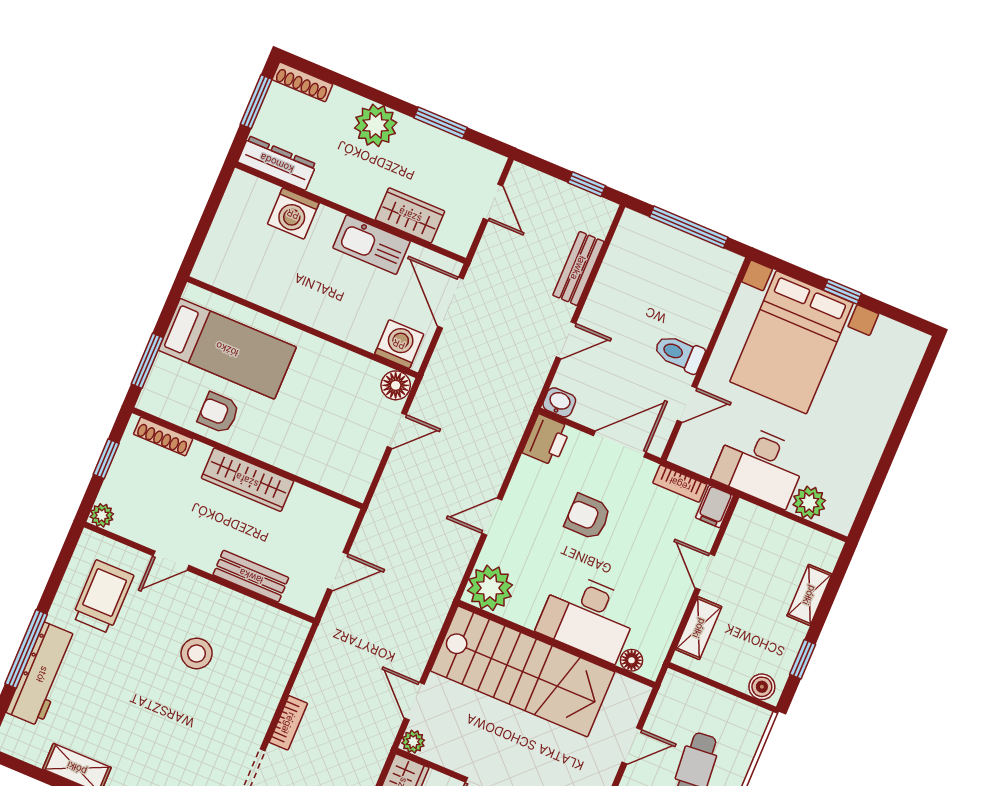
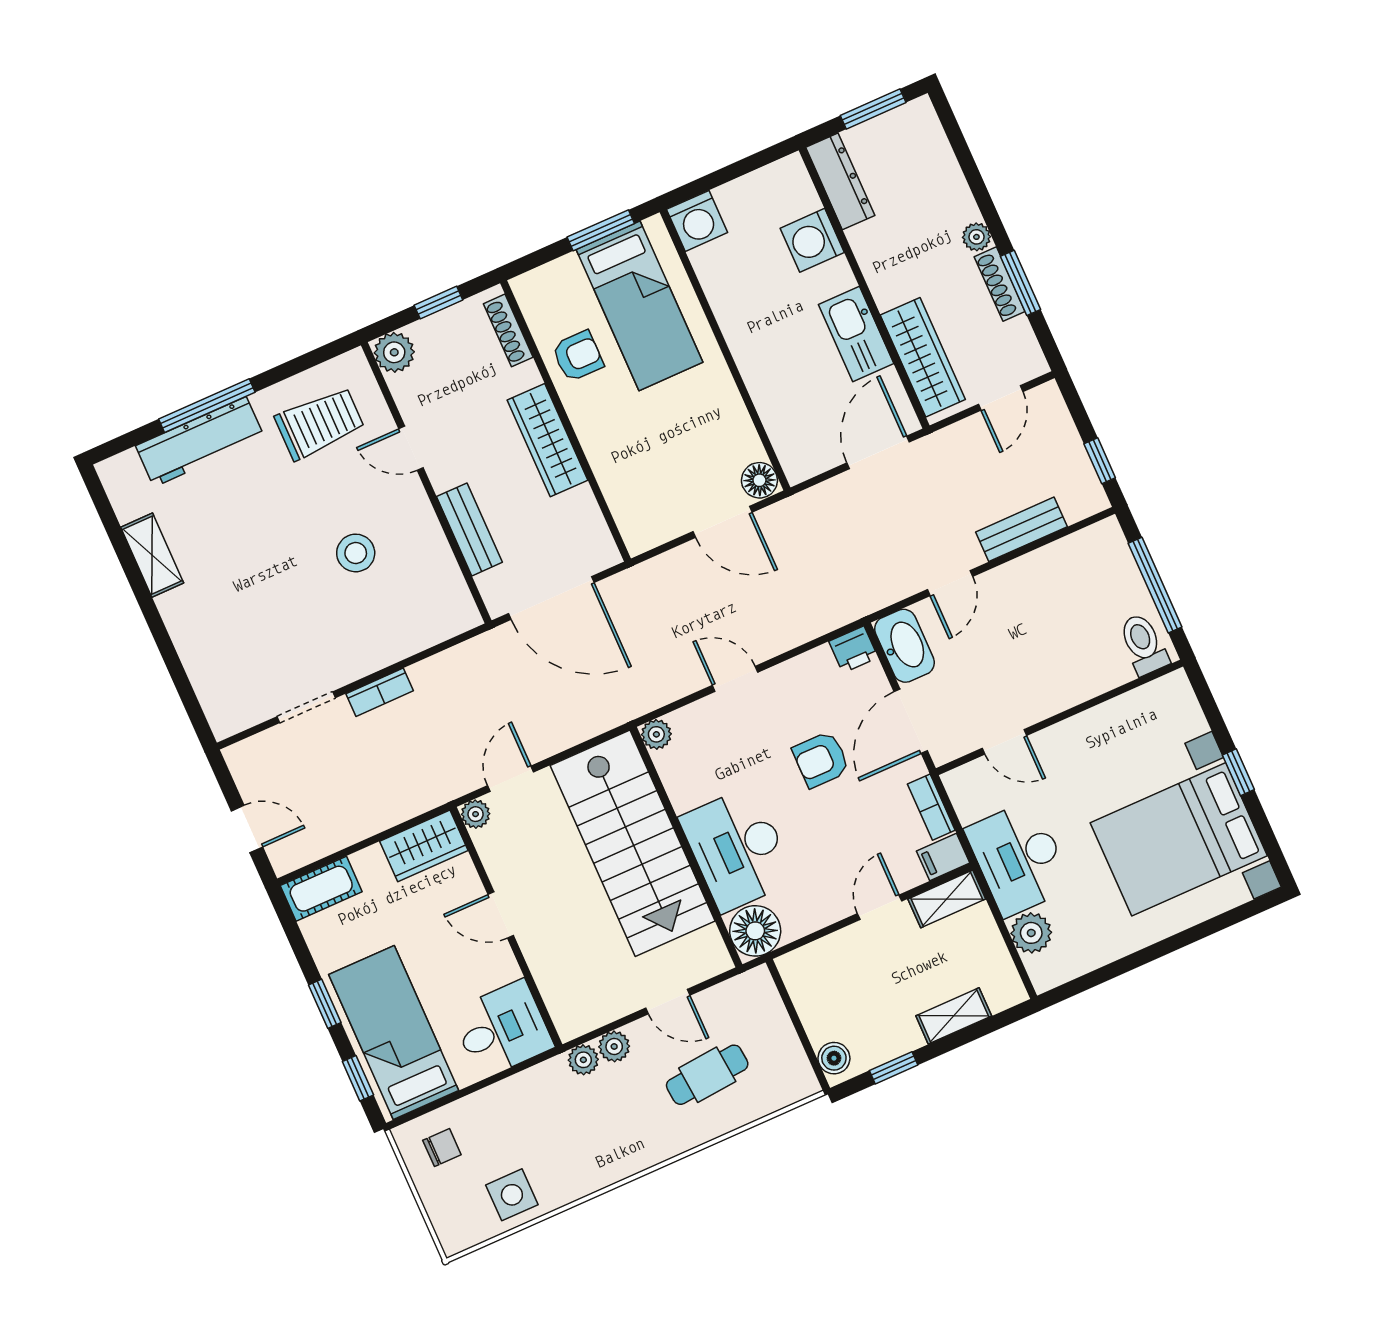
shoe rack: (302, 82) -> (1000, 284), moved
plant: (376, 125) -> (976, 237), width x0.53, depth x0.53
wardrobe: (410, 215) -> (923, 357), width x1.50
door: (566, 340) -> (950, 583), hinge flipped
bed with nightstands: (791, 342) -> (1179, 839), moved
washing machine: (399, 344) -> (697, 221), moved, turned 90
toilet: (679, 353) -> (1143, 644), moved
window: (147, 361) -> (601, 230), moved
washbasin: (559, 402) -> (905, 646), width x1.91, depth x1.45
armchair: (219, 413) -> (578, 356), turned 90
door: (397, 431) -> (722, 522), width x1.38
printer: (547, 440) -> (853, 649), width x0.73, depth x0.81
door: (620, 444) -> (911, 721), swing flipped
plant: (102, 515) -> (394, 352), width x1.38, depth x1.38
armchair: (588, 517) -> (821, 760), turned -90
door: (338, 571) -> (551, 598), width x1.87
plant: (490, 588) -> (656, 734), width x0.53, depth x0.53
shelving: (699, 628) -> (947, 899), moved
floor lamp: (632, 660) -> (755, 931), width x1.89, depth x1.89

